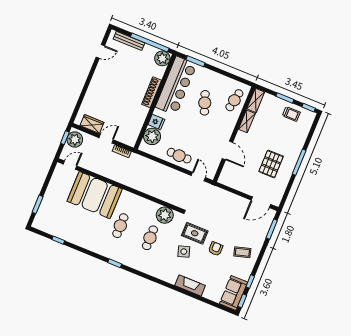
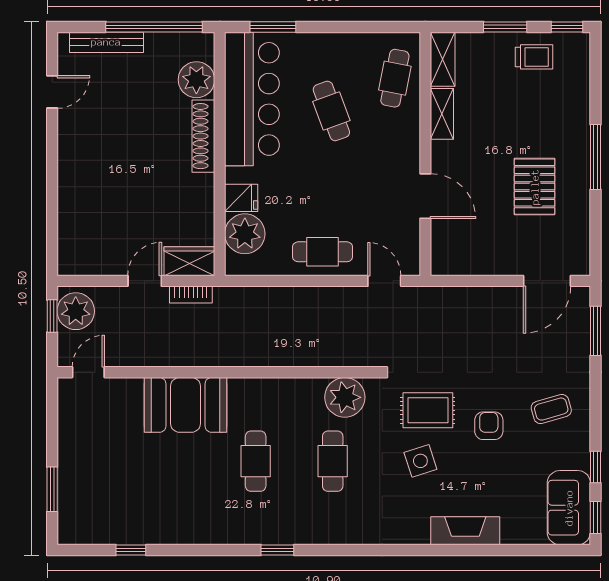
plant: (162, 58) -> (196, 80), moved
wardrobe: (92, 124) -> (189, 261), moved
booth: (95, 195) -> (185, 405), width x0.73, depth x0.70

